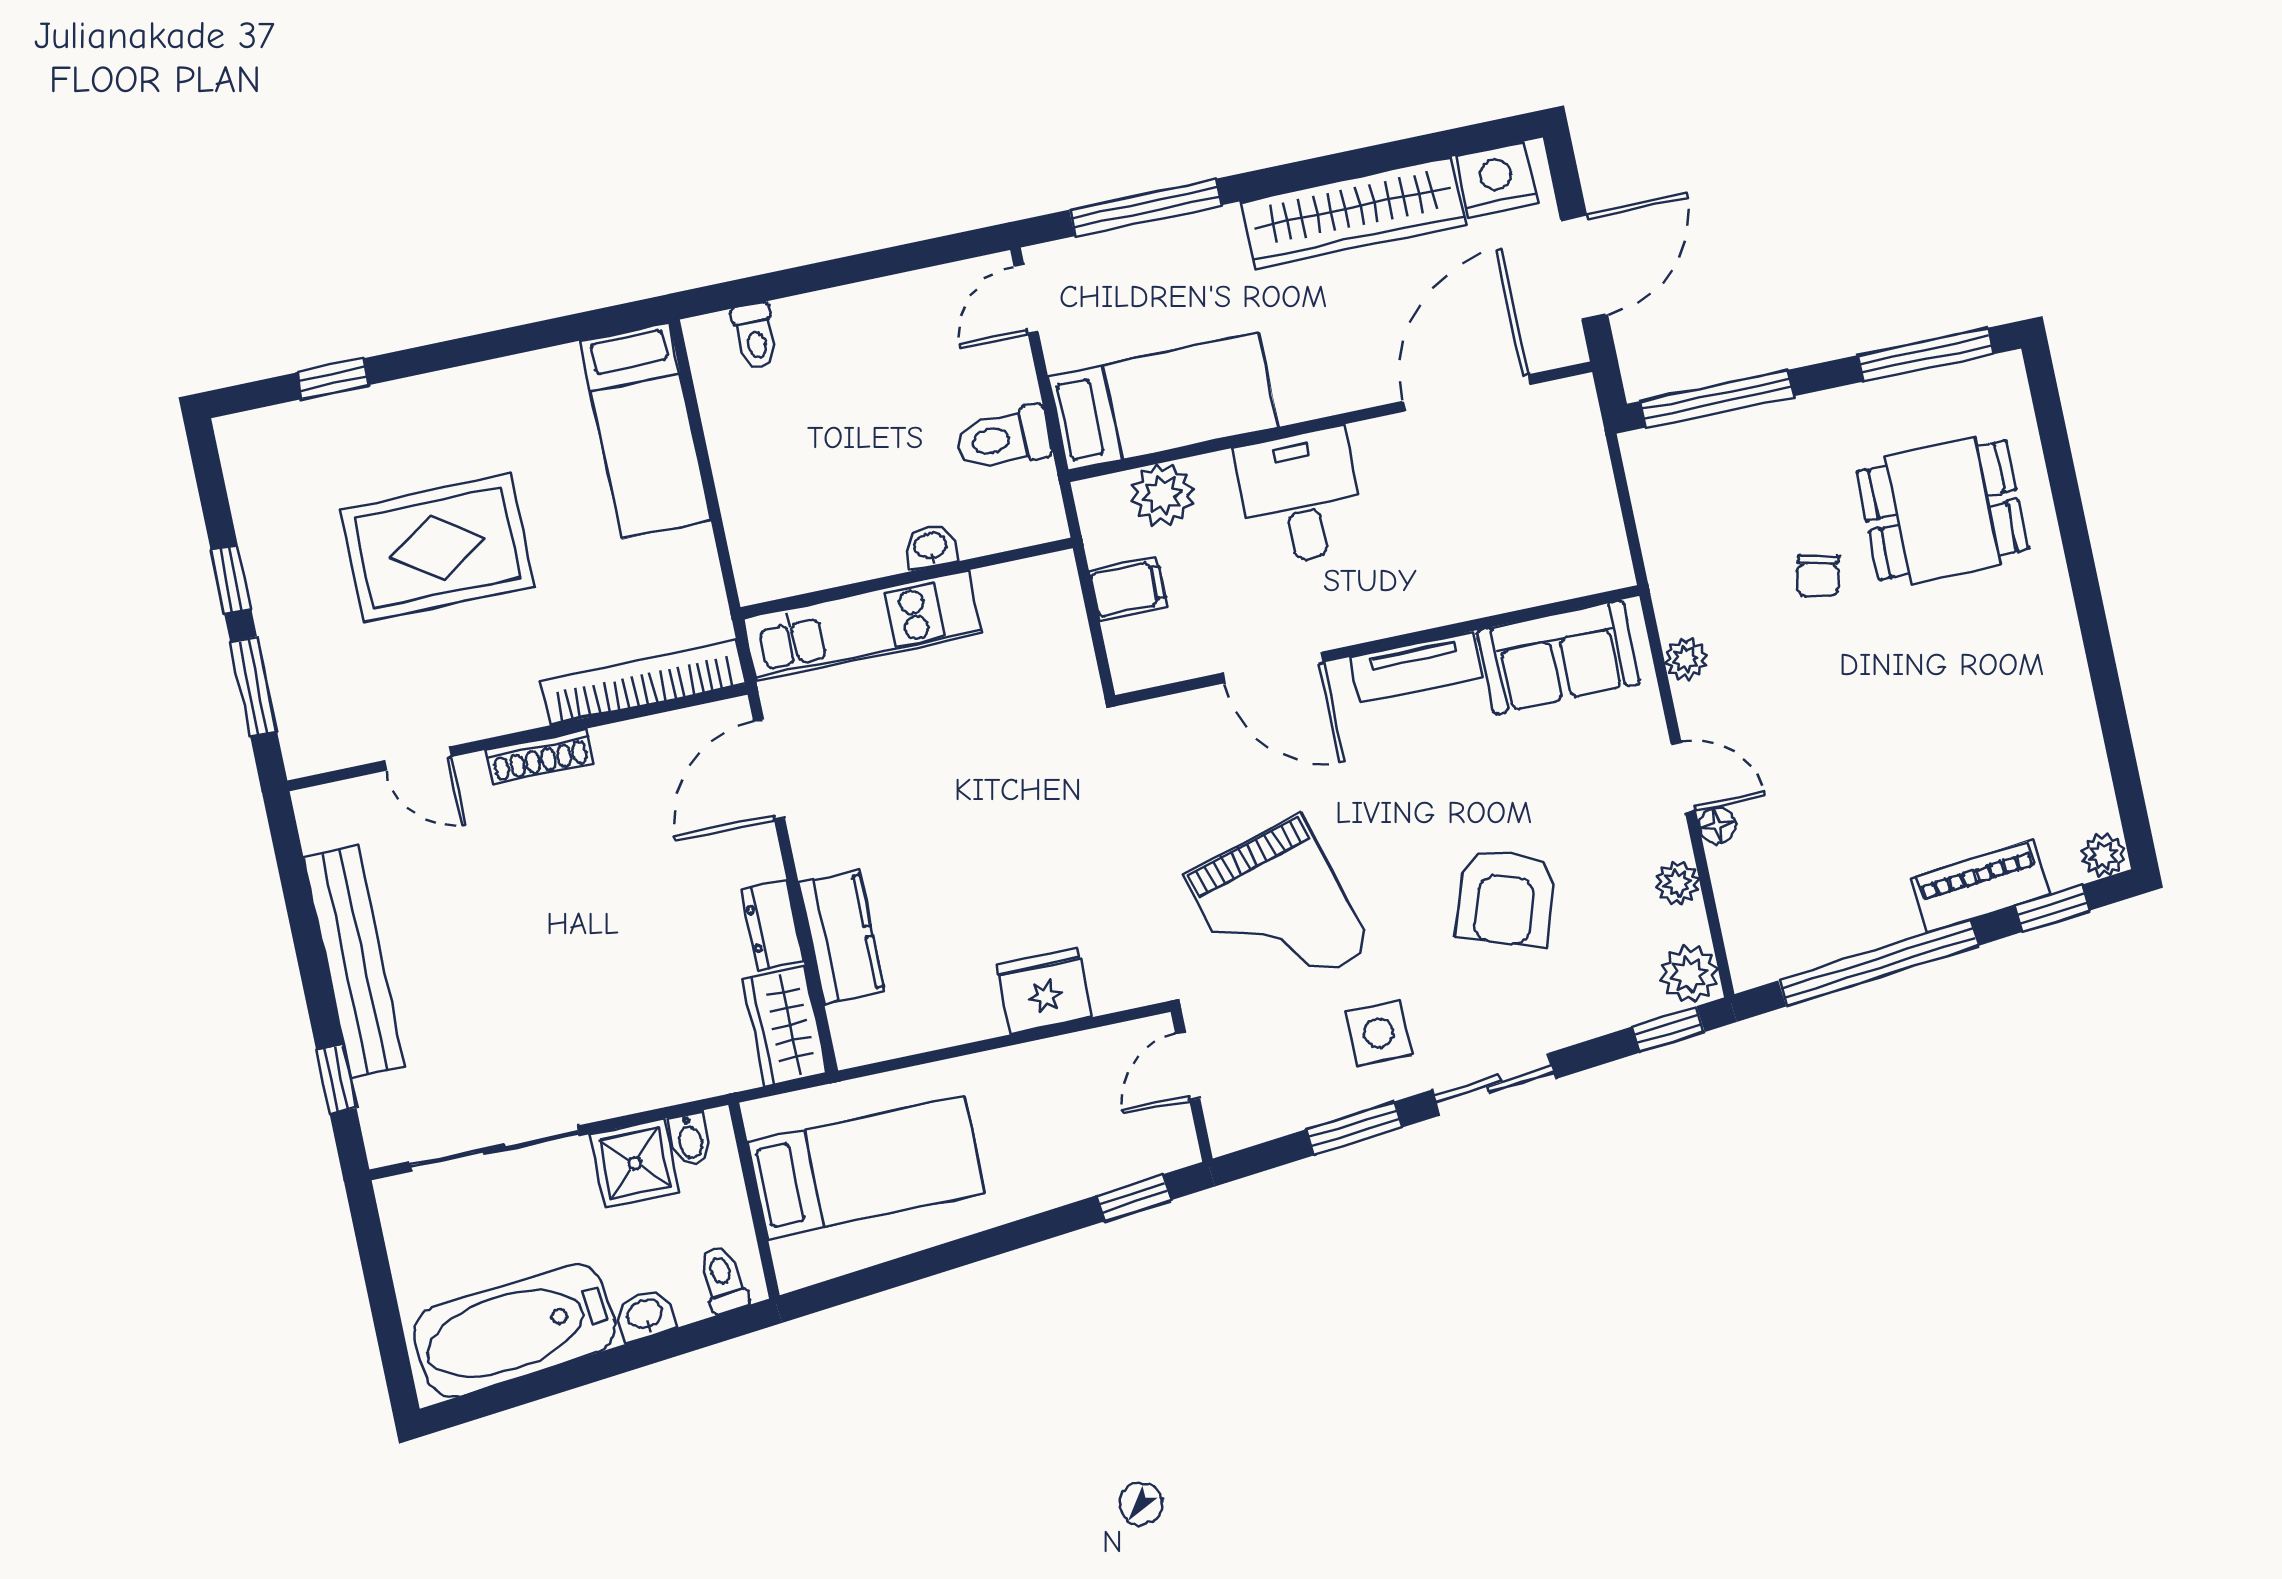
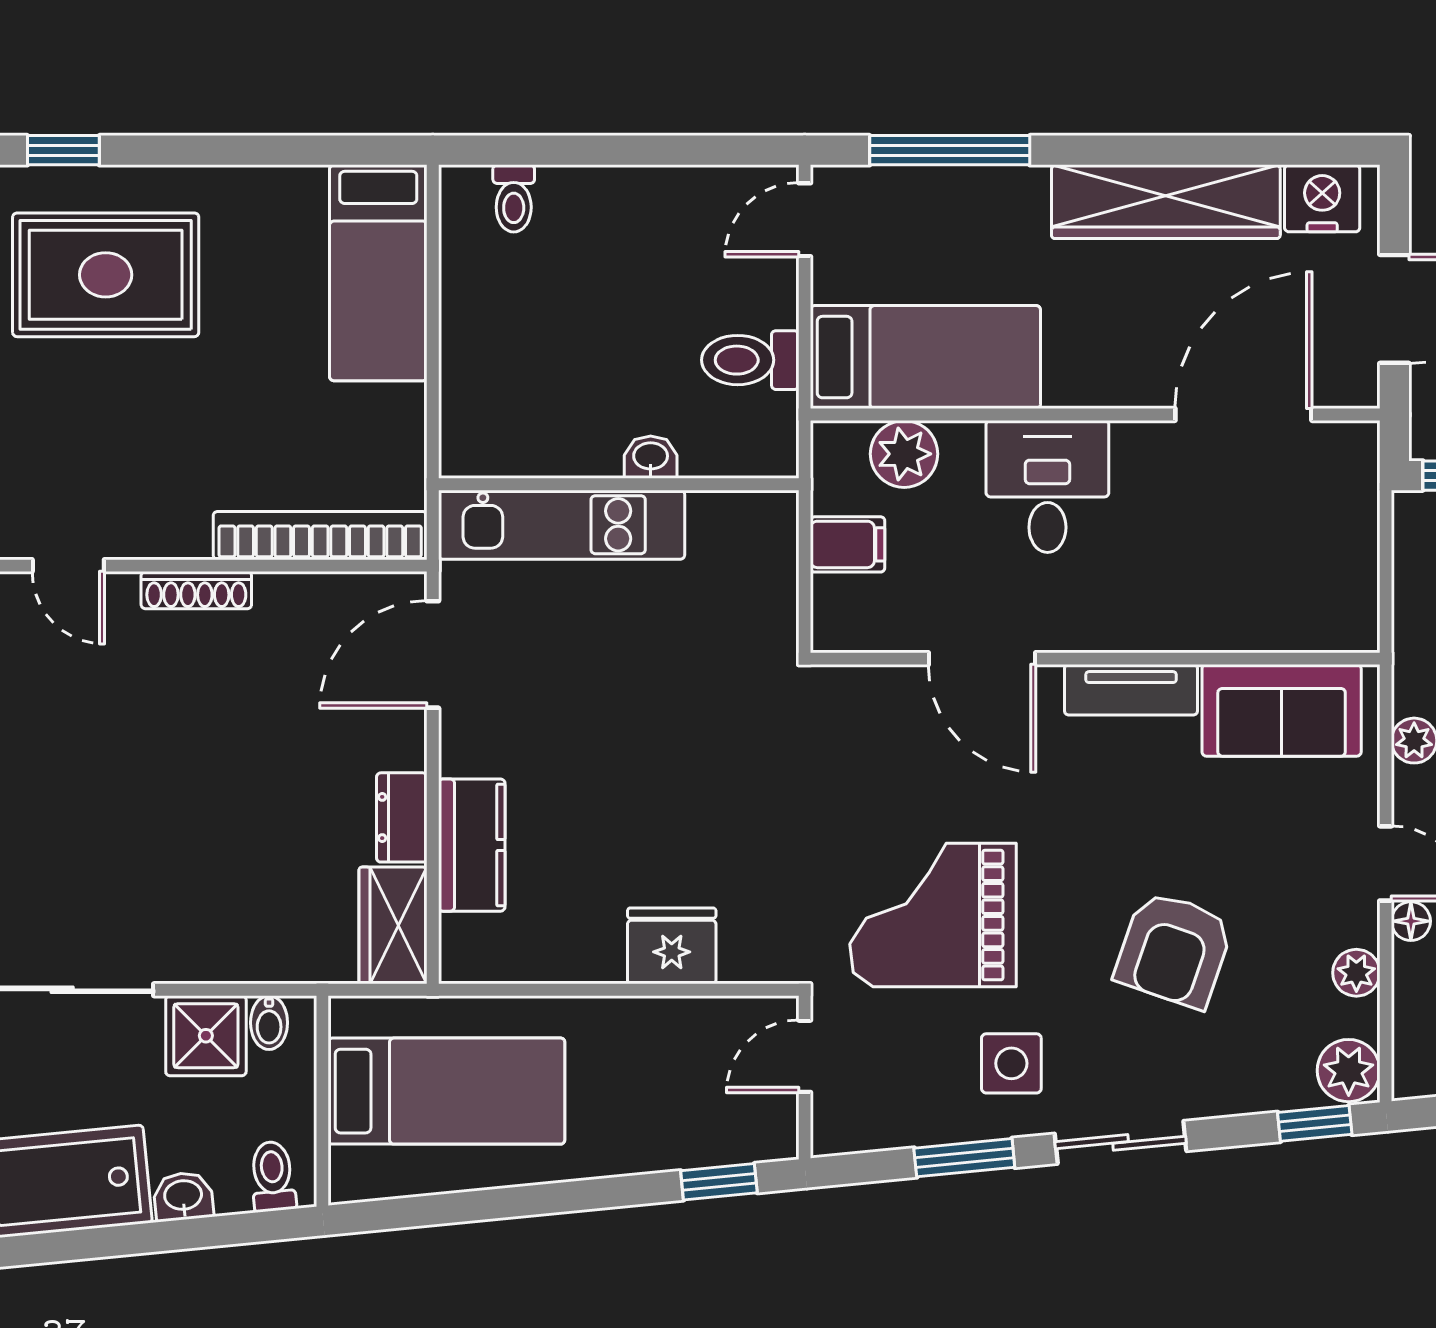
rug: (437, 548) -> (106, 275), moved
grand piano: (1278, 912) -> (933, 915), turned 106

